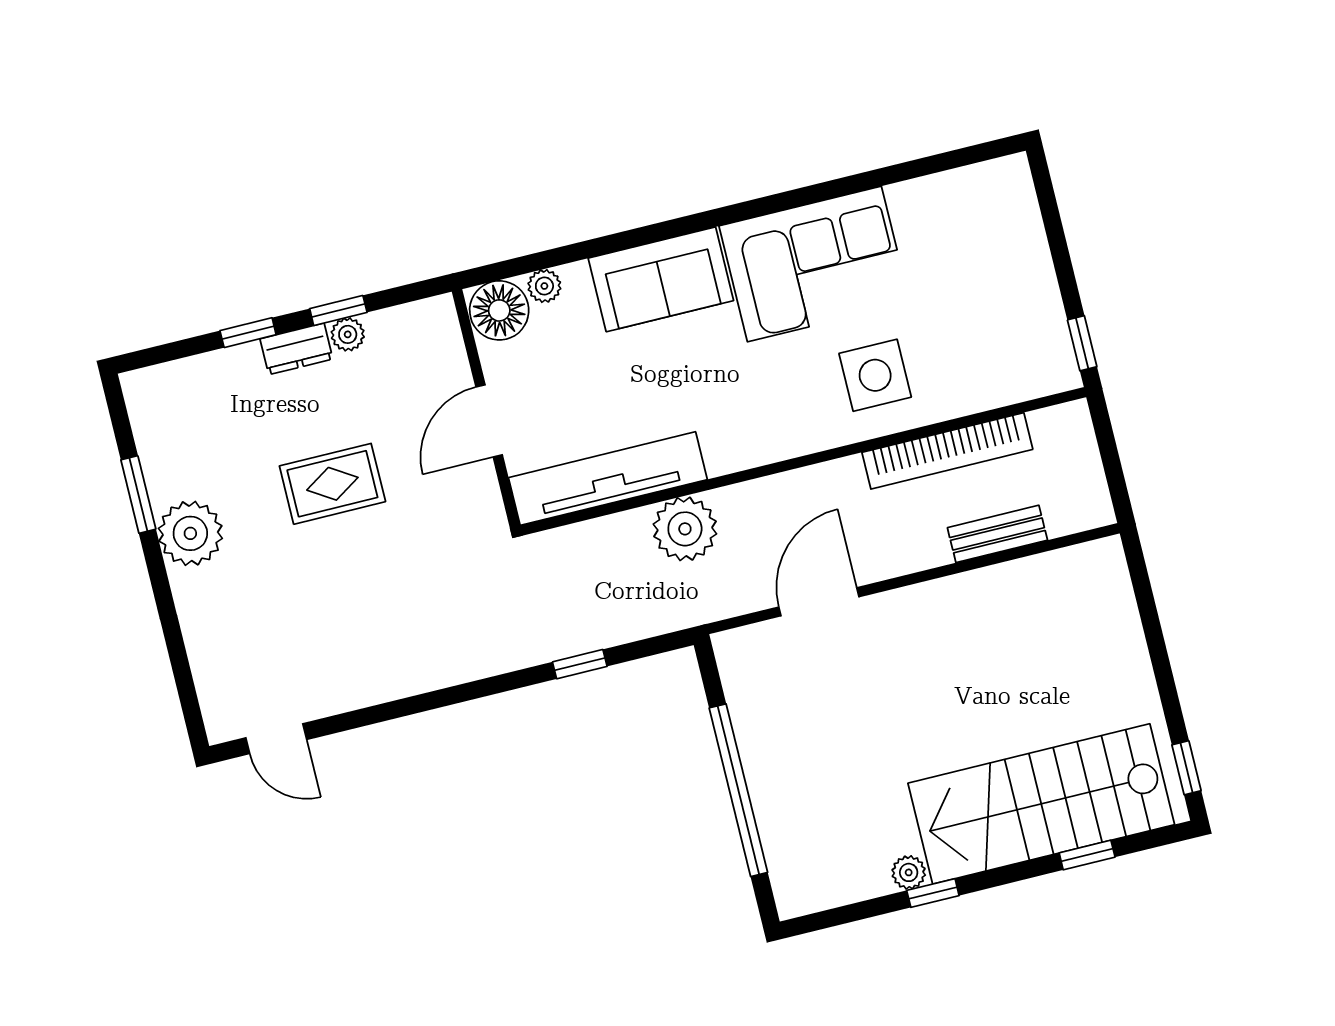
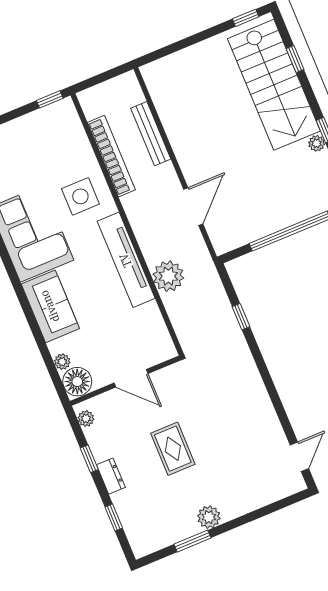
window: (248, 333) -> (114, 518), moved
plant: (348, 334) -> (86, 419), moved
tv unit: (608, 479) -> (126, 260), moved
plant: (190, 533) -> (209, 517), width x0.73, depth x0.73
bench: (997, 534) -> (151, 134), width x1.36
door: (819, 602) -> (193, 207), swing flipped

